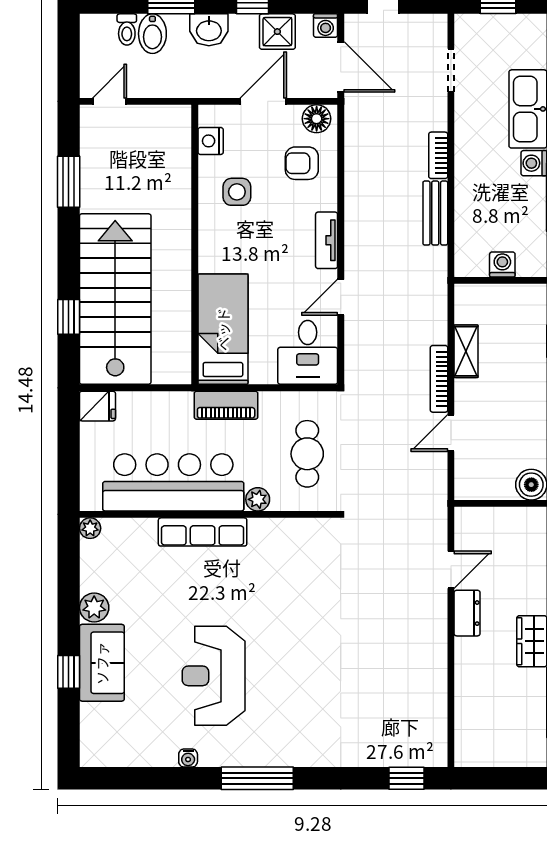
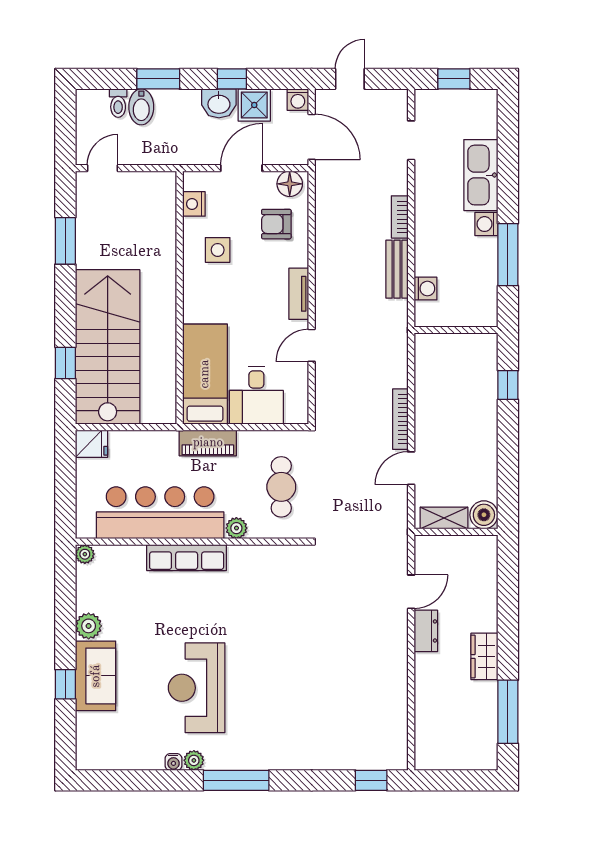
washbasin: (209, 30) -> (219, 103), moved
washing machine: (502, 264) -> (426, 289), moved, turned 90
shelving: (466, 351) -> (444, 518), moved, turned 90
desk: (308, 352) -> (256, 395), moved
plant: (211, 756) -> (194, 760), added

